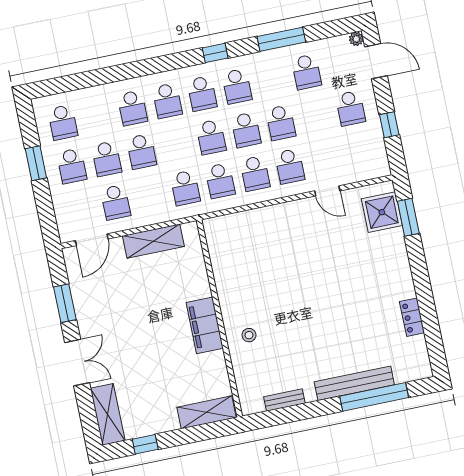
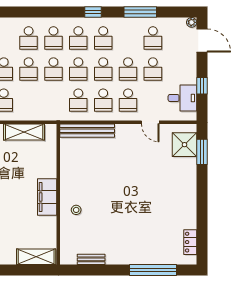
school desk: (350, 108) -> (153, 69), moved
desk: (365, 147) -> (182, 98), added
school desk: (185, 188) -> (53, 69), moved
locker: (412, 317) -> (190, 242), moved
bench: (354, 383) -> (87, 131), moved

